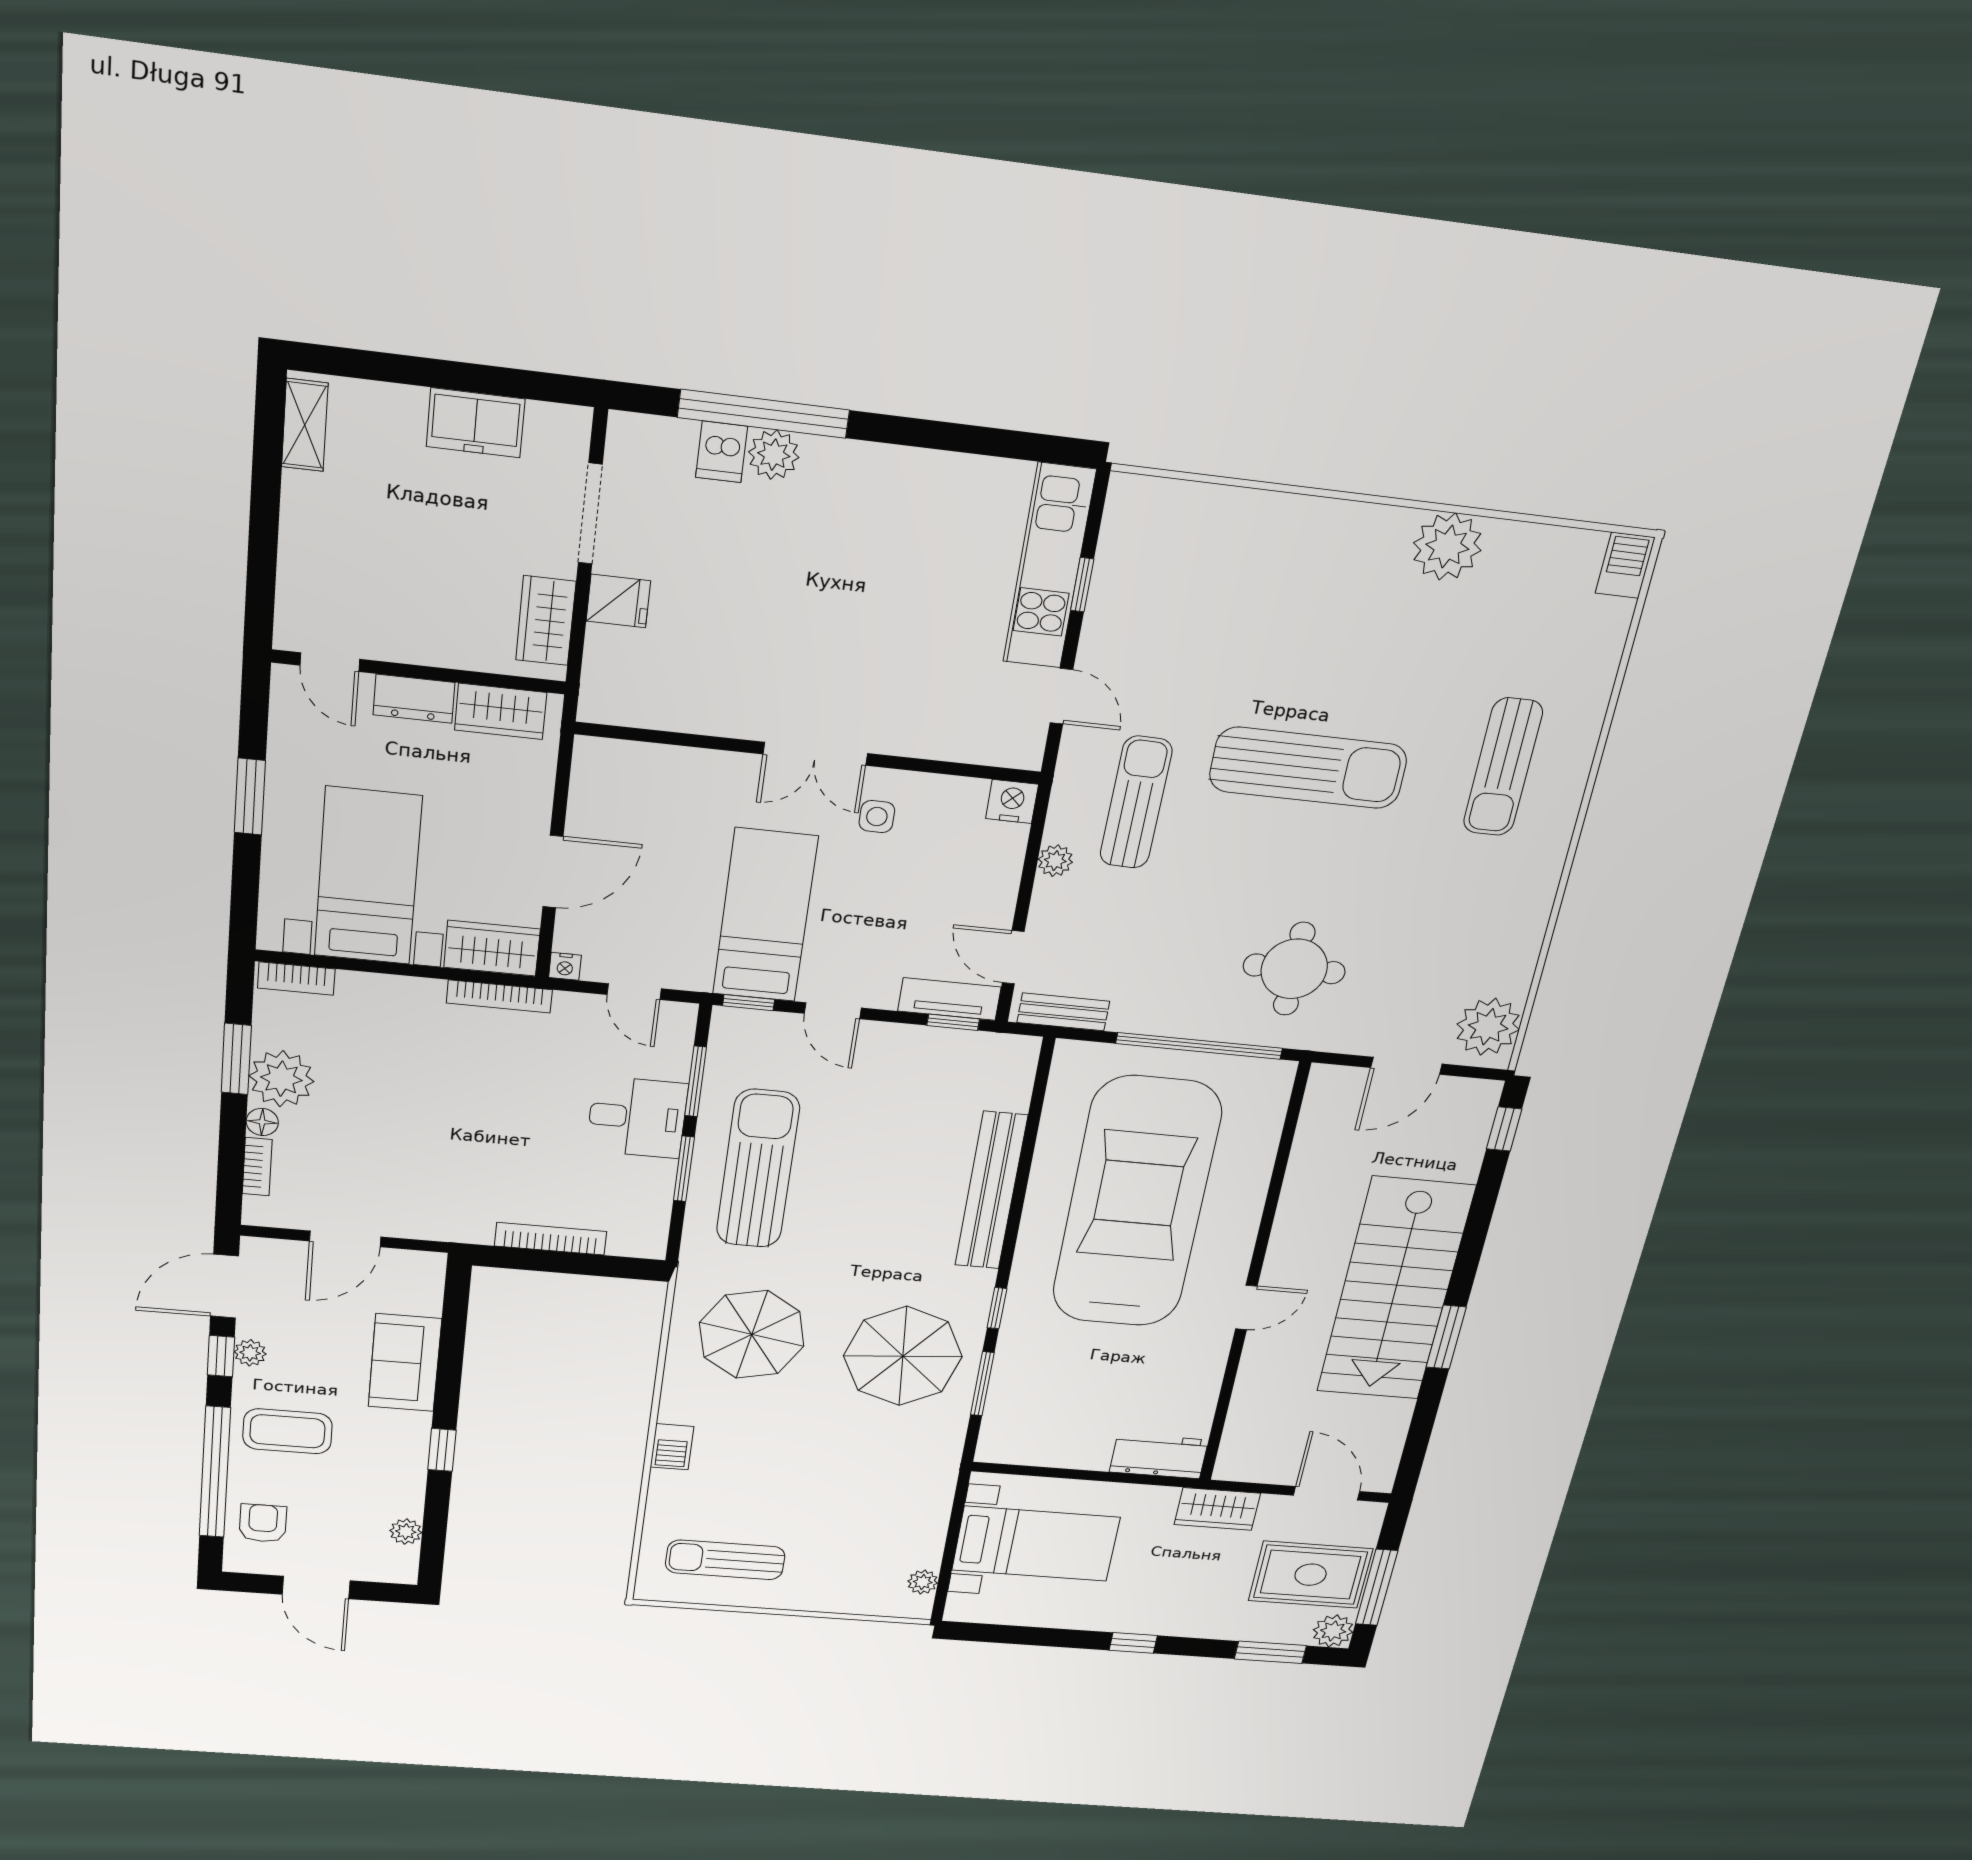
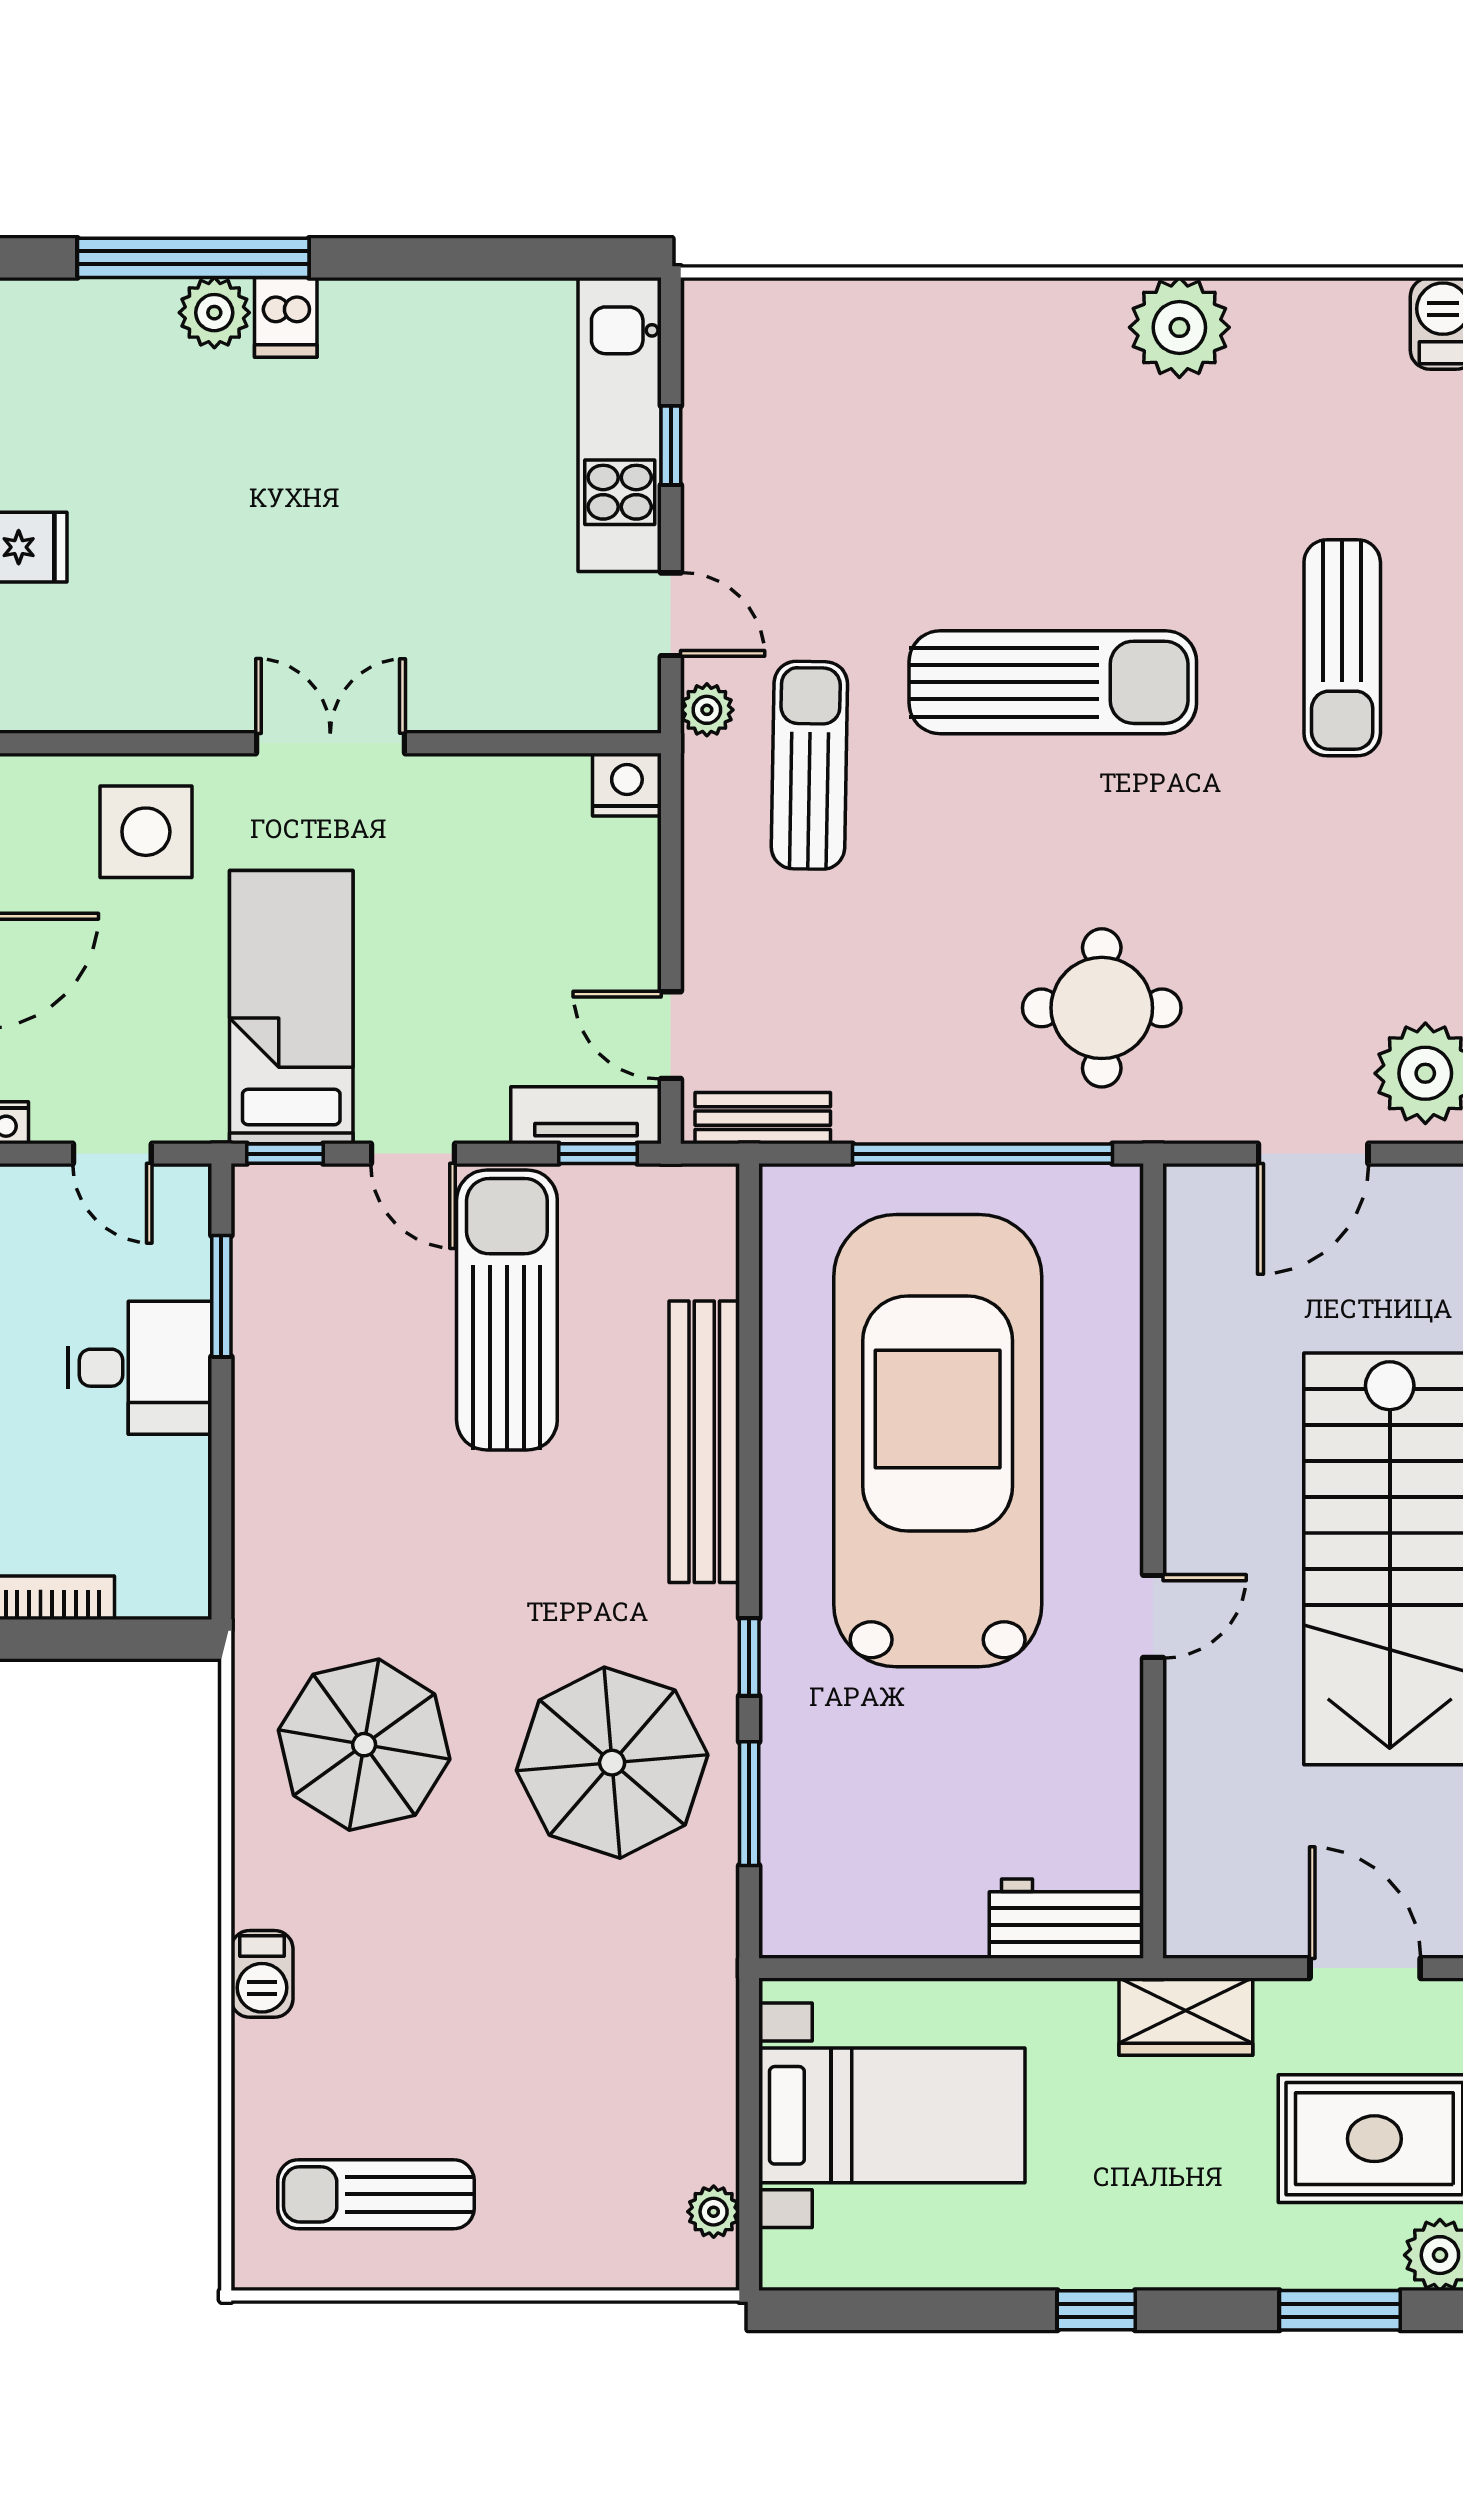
dishwasher: (722, 452) -> (286, 317), moved
double door: (815, 754) -> (330, 743), swing flipped
side table: (877, 817) -> (146, 832), moved, width x1.87, depth x1.87
plant: (1055, 861) -> (707, 710), moved
window: (684, 1169) -> (221, 1451), removed
sun lounger: (758, 1169) -> (507, 1310), moved

